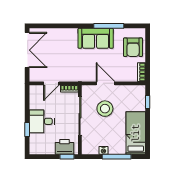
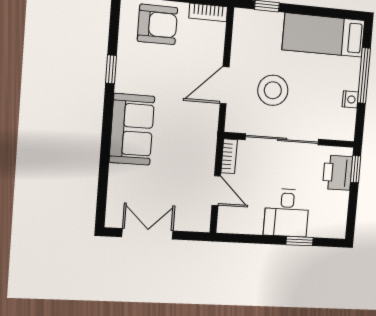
window: (109, 26) -> (111, 69), width x0.46
sofa: (96, 38) -> (132, 129), moved
double door: (27, 50) -> (148, 234), width x0.73

